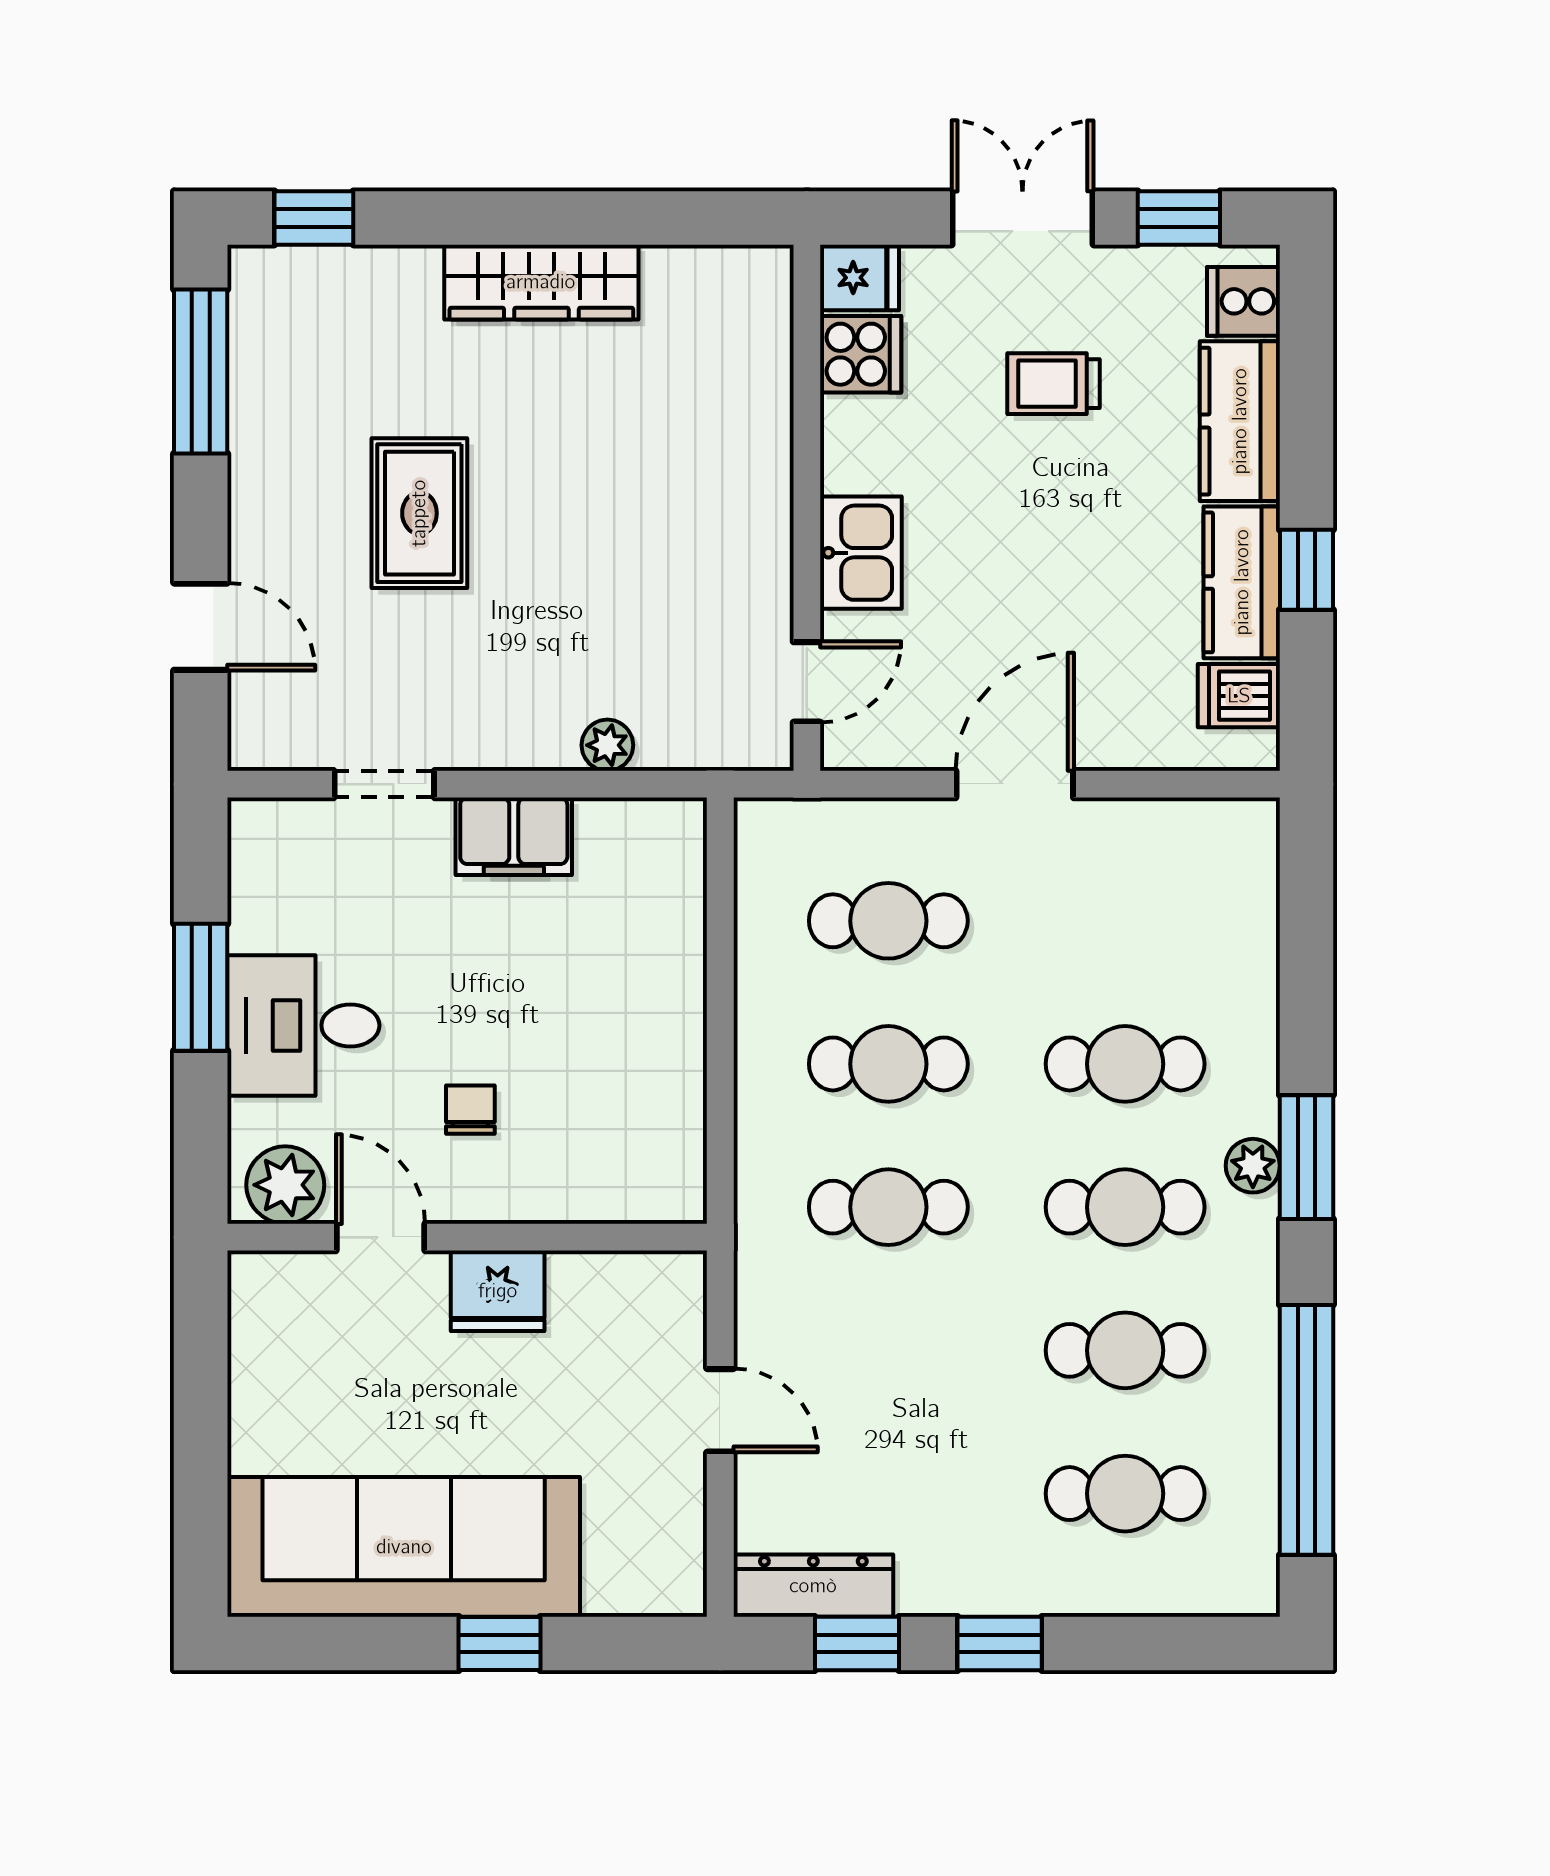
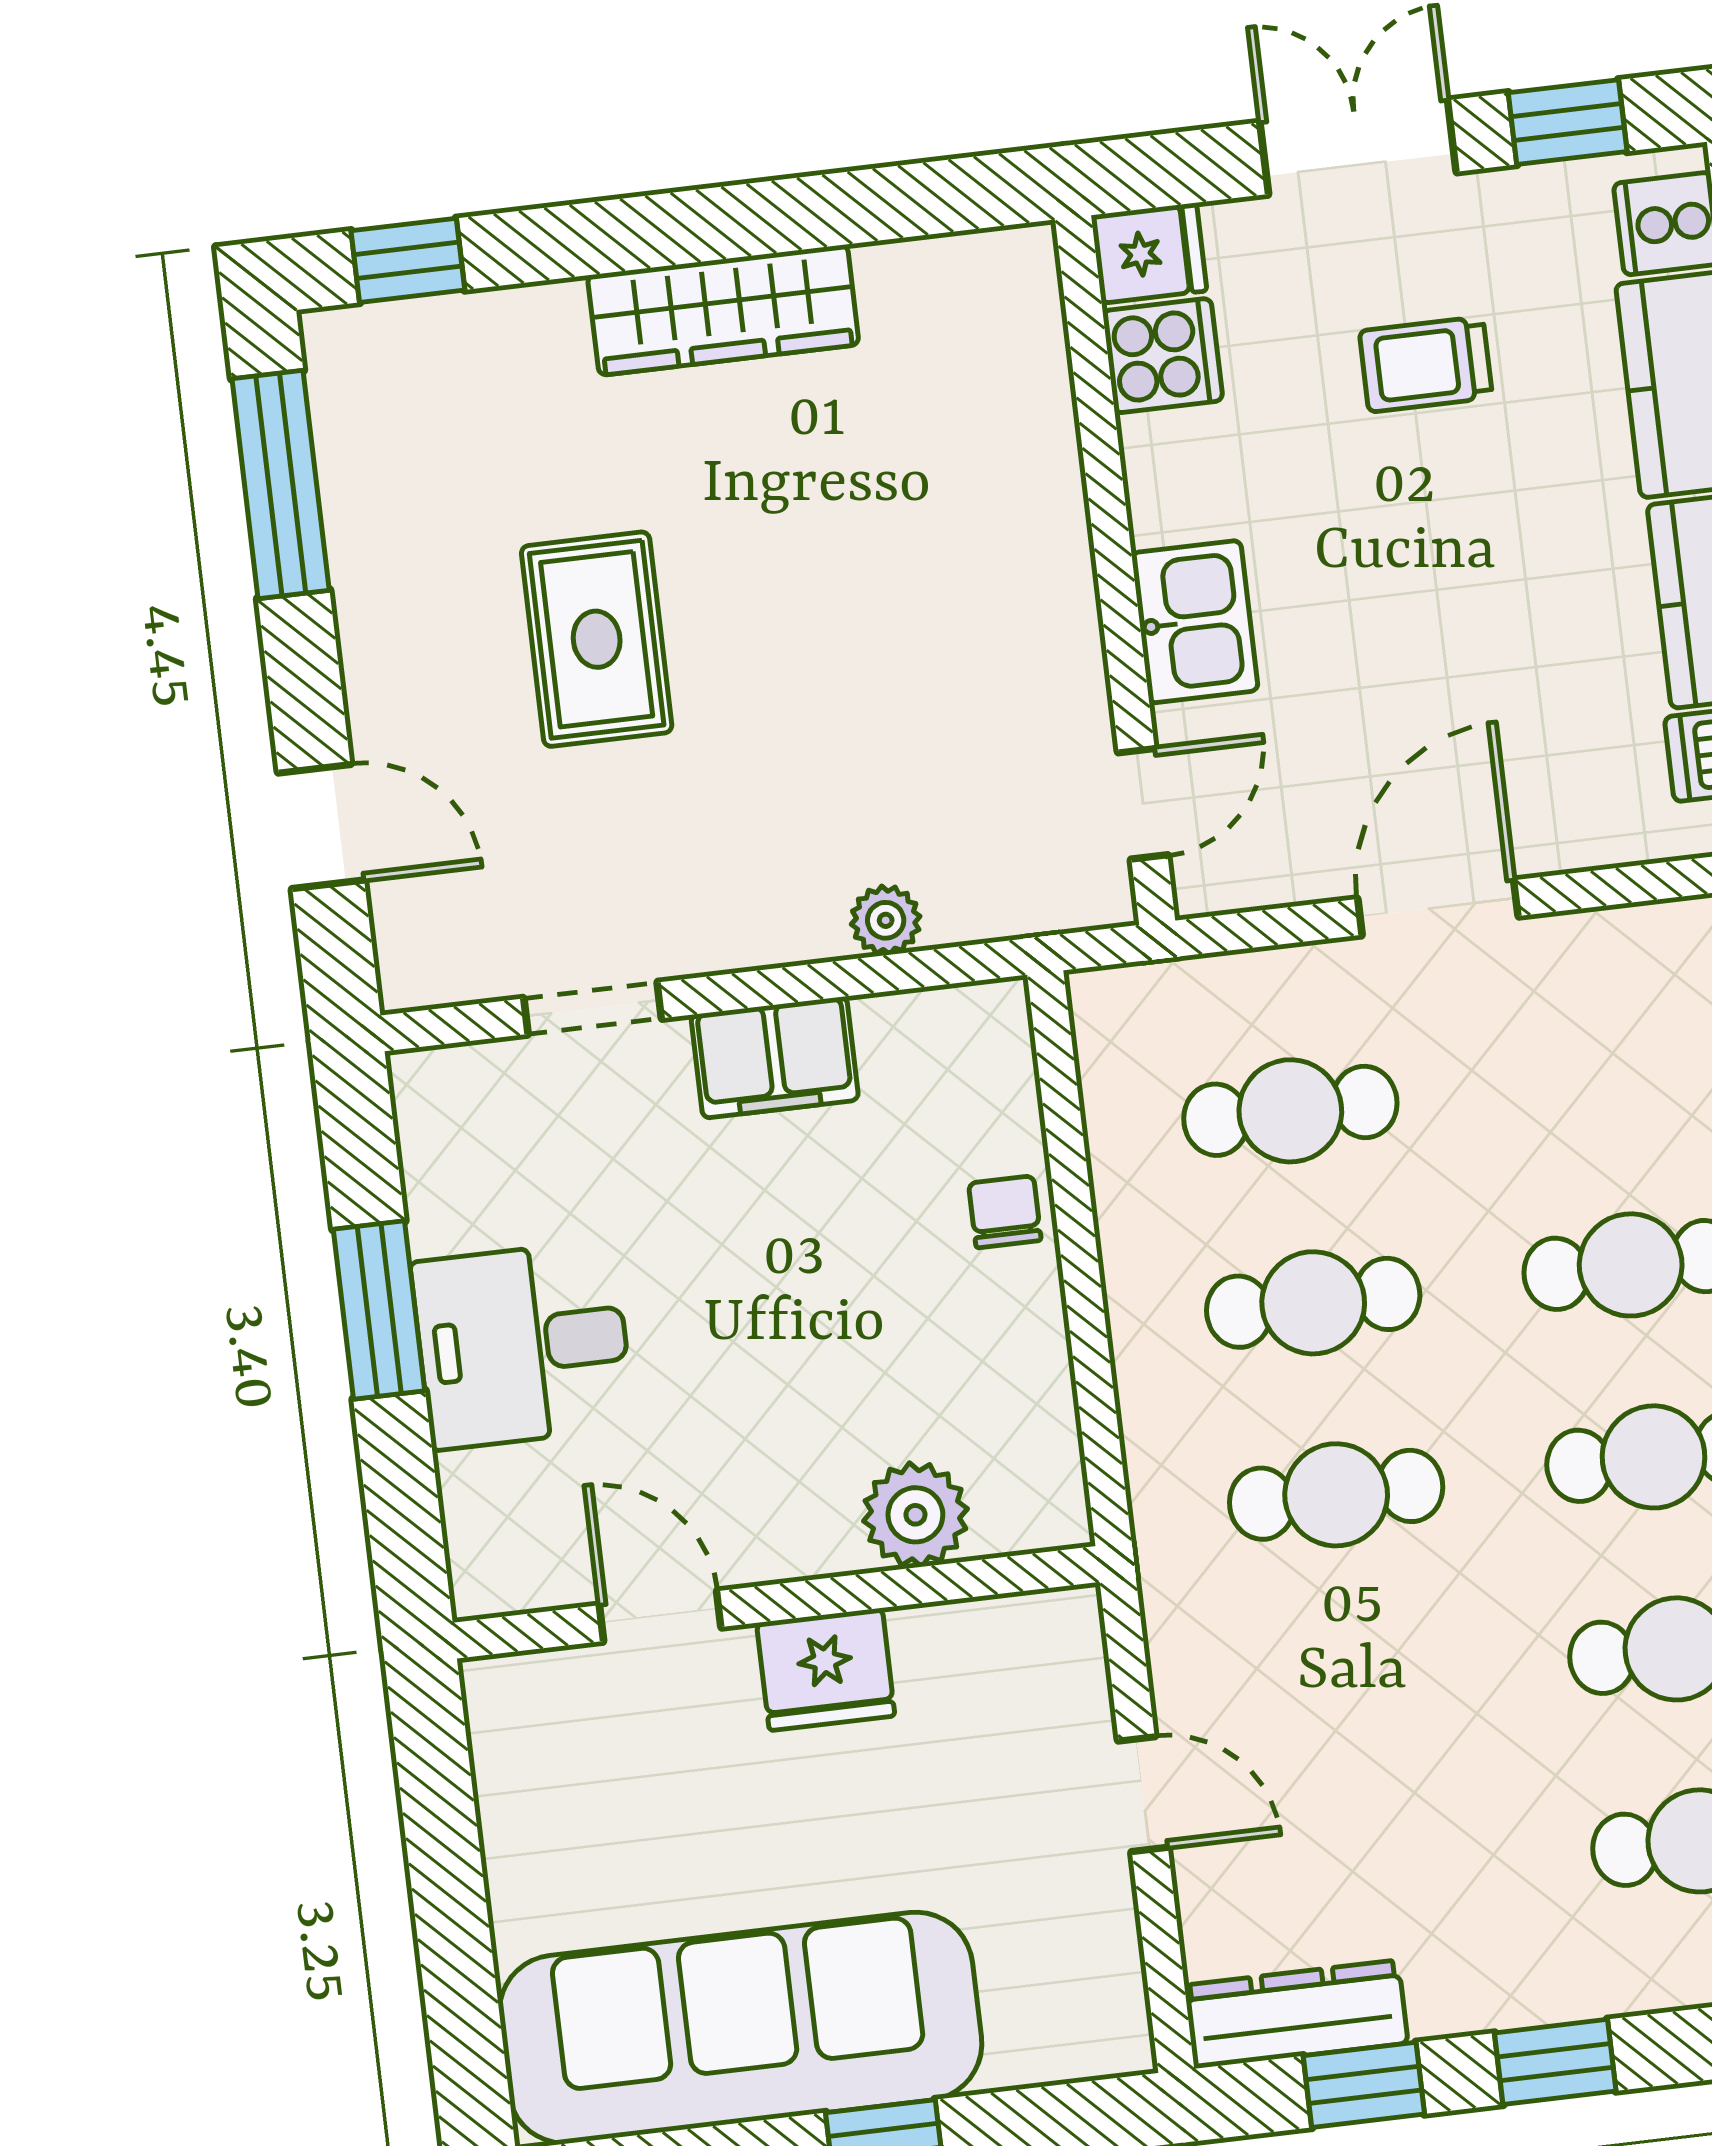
chair: (470, 1110) -> (1005, 1212), moved
plant: (285, 1185) -> (915, 1515), moved

